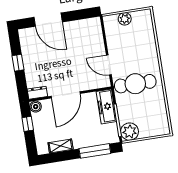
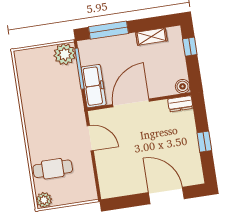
plant: (125, 19) -> (44, 200), moved
cafe table: (135, 84) -> (53, 169), moved, width x0.73, depth x0.74
door: (66, 95) -> (131, 103), moved
window: (28, 124) -> (190, 47), moved

